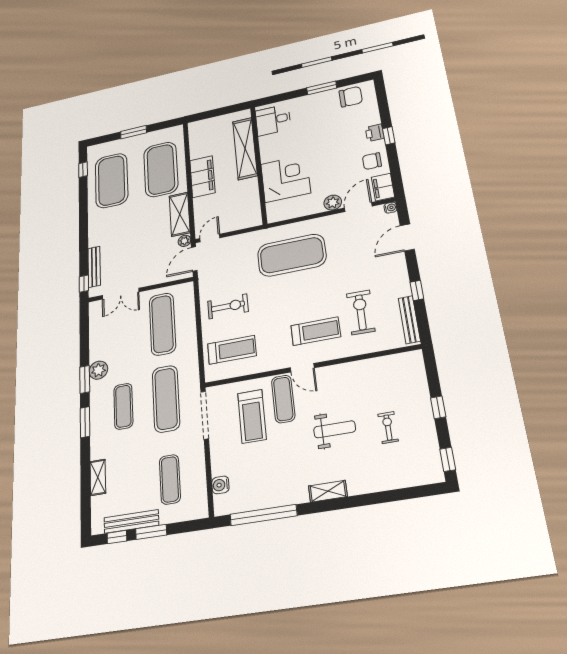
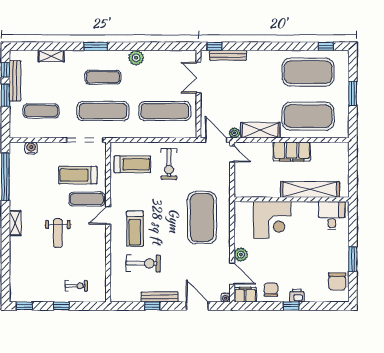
bench: (409, 320) -> (160, 297), moved
treadmill: (232, 350) -> (132, 164), turned -90
window: (85, 379) -> (130, 46), removed
exercise bike: (388, 428) -> (76, 286), moved

